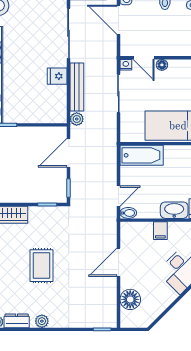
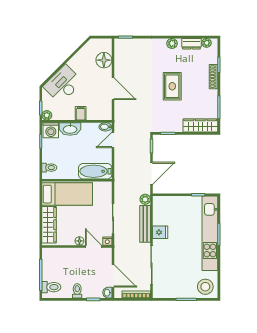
door: (118, 262) -> (113, 89), hinge flipped

